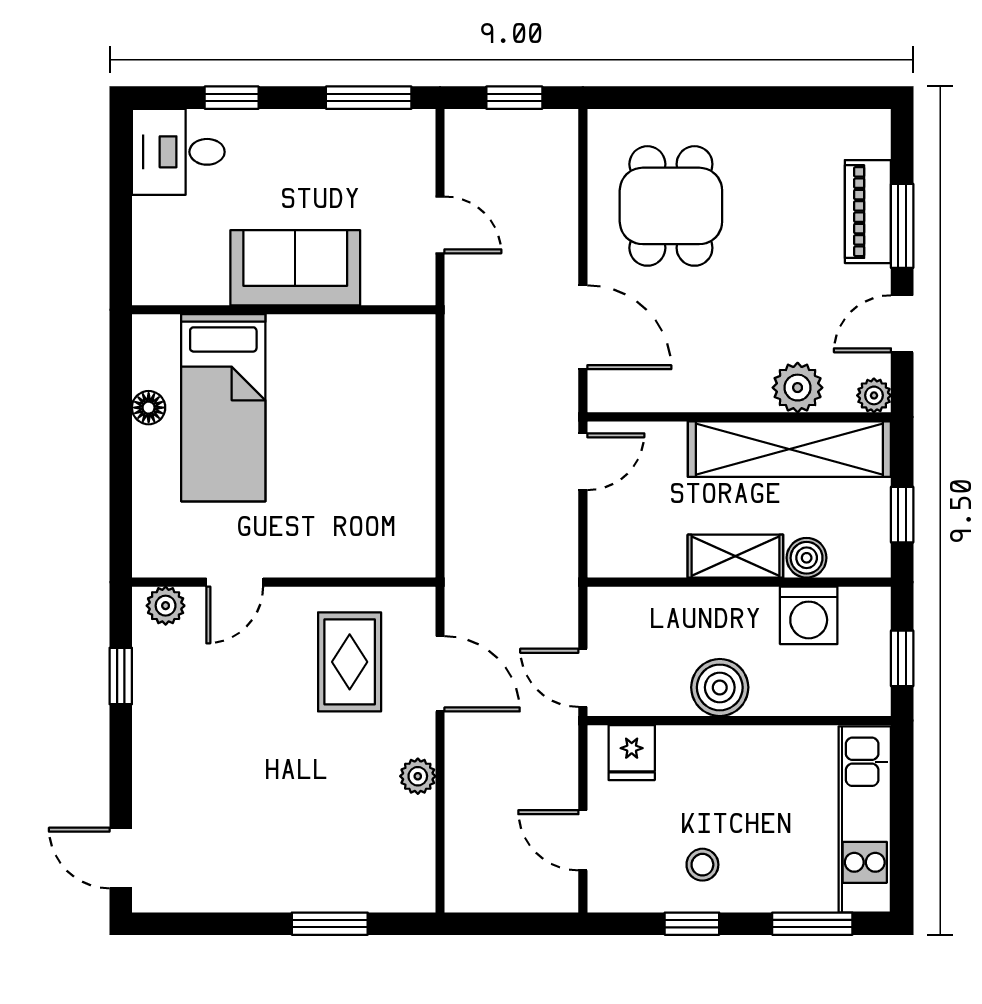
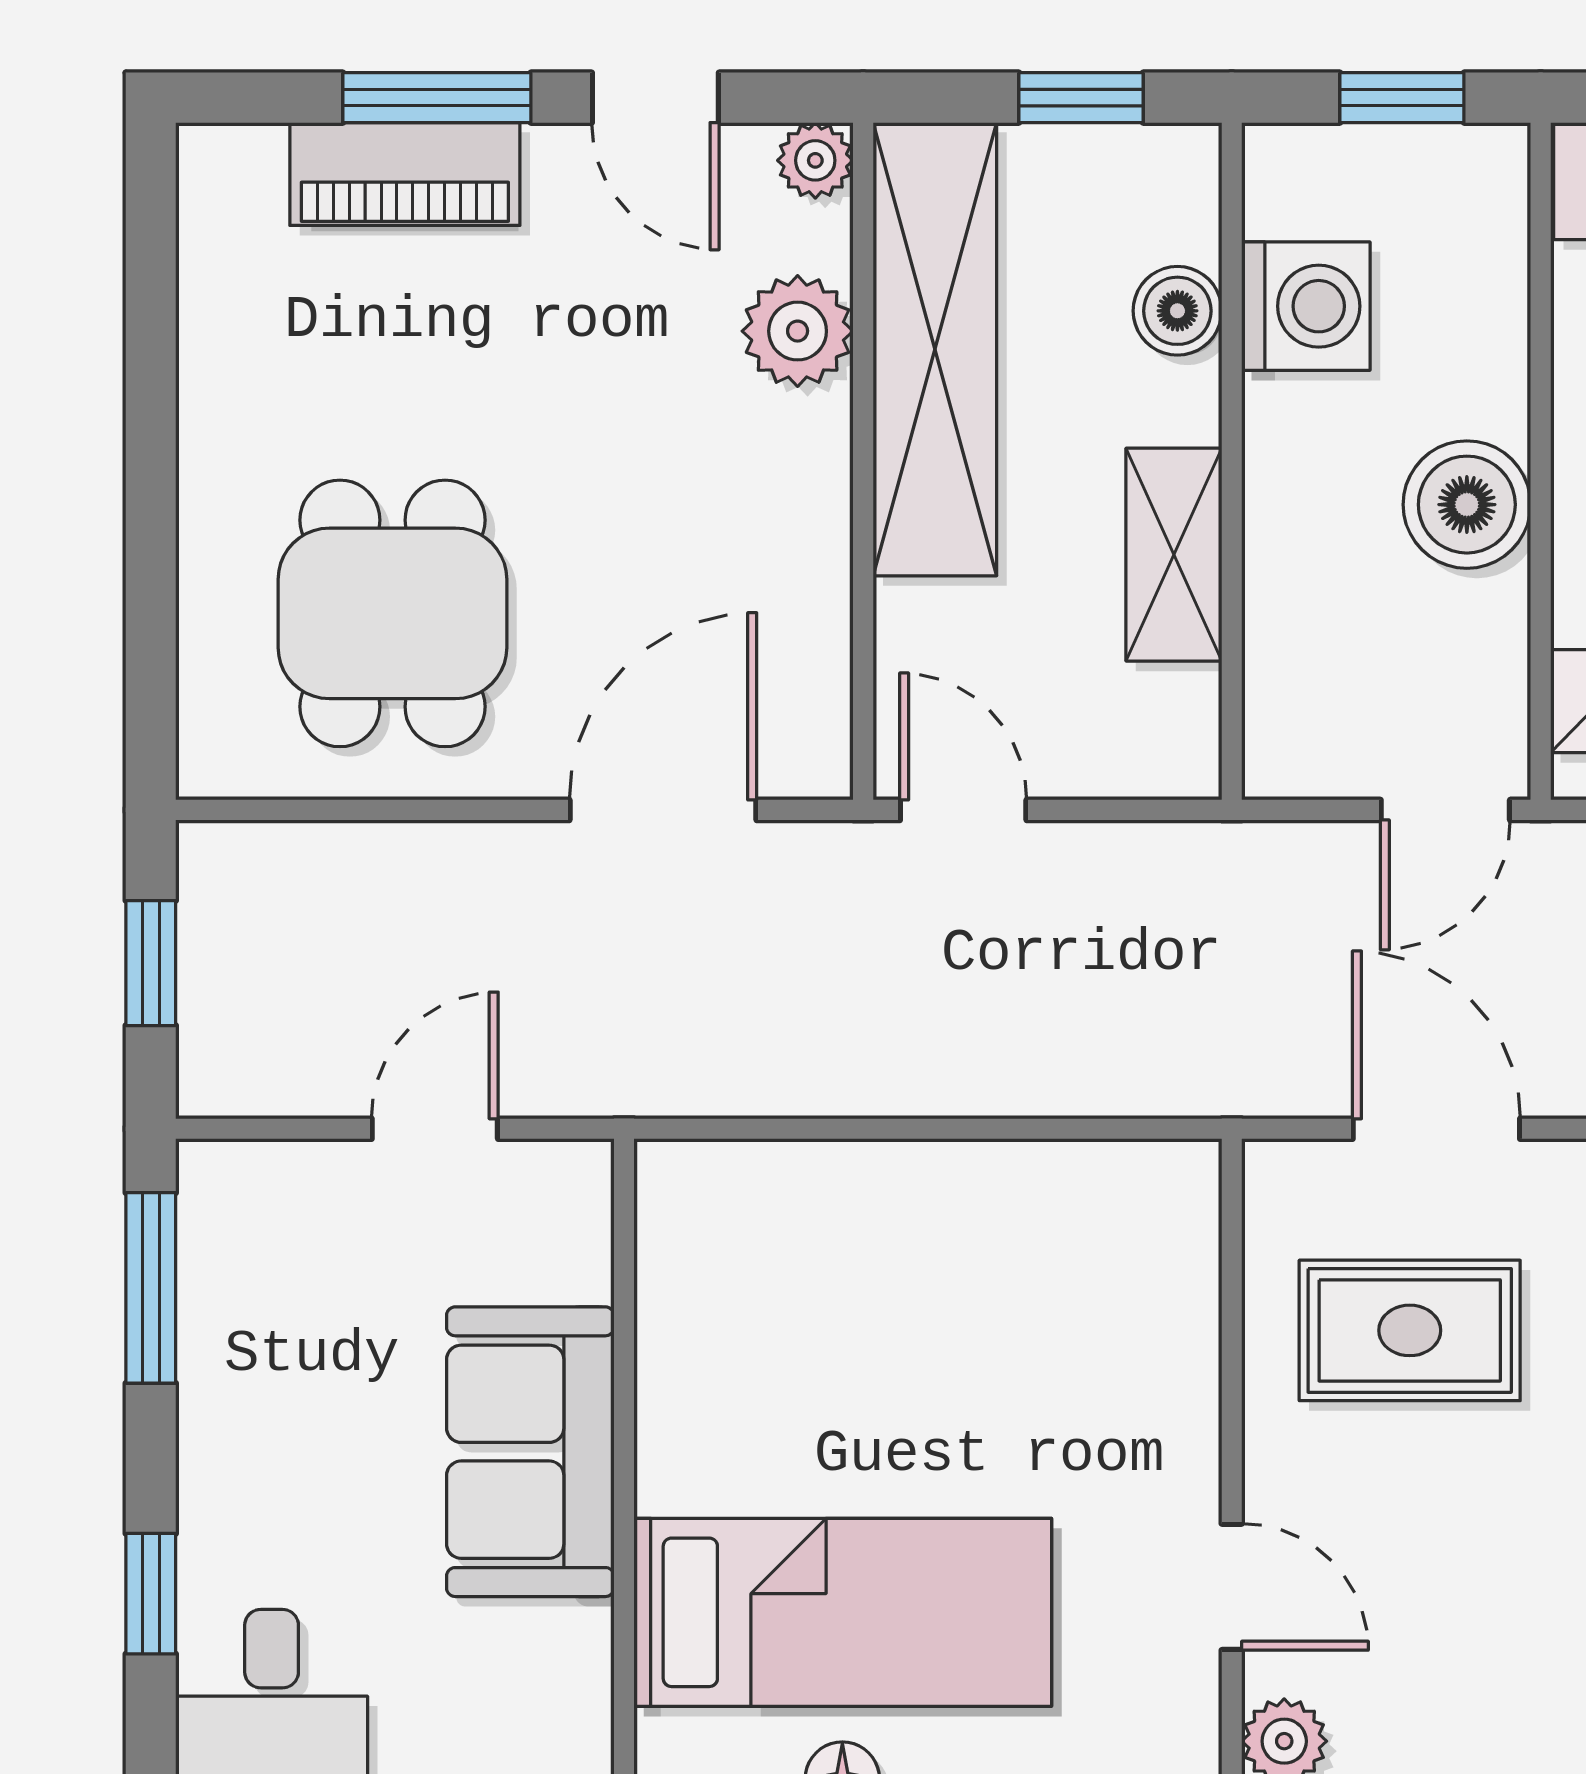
dining table: (671, 206) -> (392, 613), turned 90
shelving: (735, 556) -> (1174, 555), moved
door: (440, 674) -> (1436, 1129), hinge flipped

